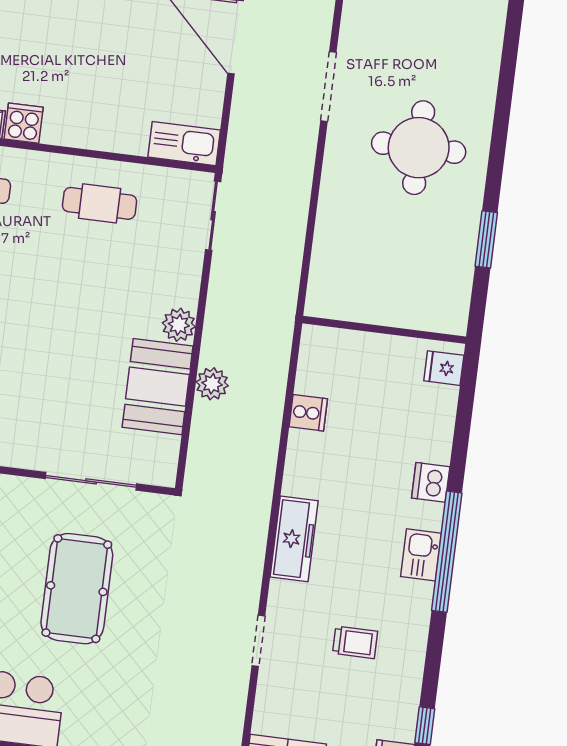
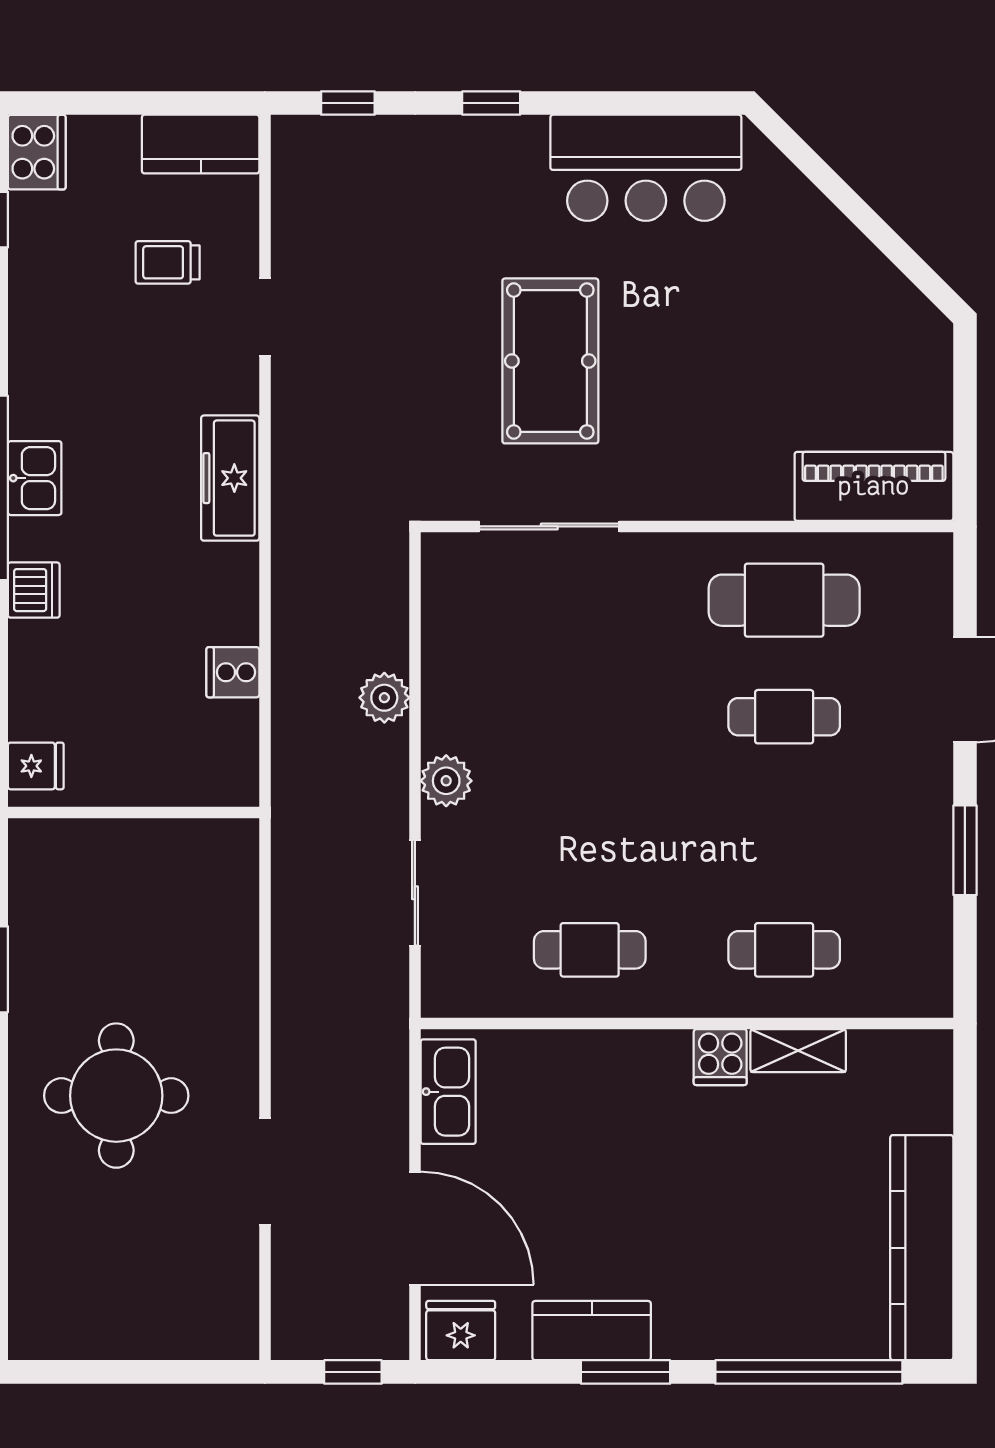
kitchen sink: (184, 144) -> (448, 1092), moved, turned -90
sliding door: (213, 216) -> (415, 893), moved
booth: (158, 387) -> (467, 683), removed
trolley: (355, 642) -> (168, 262), moved

